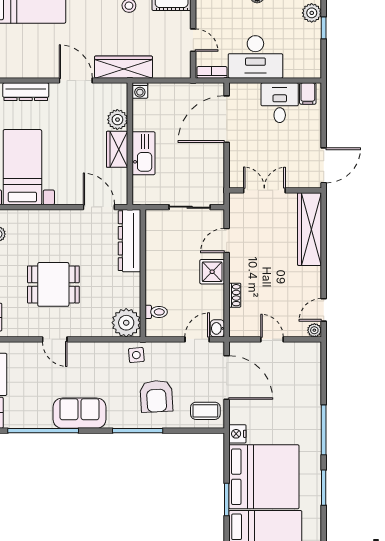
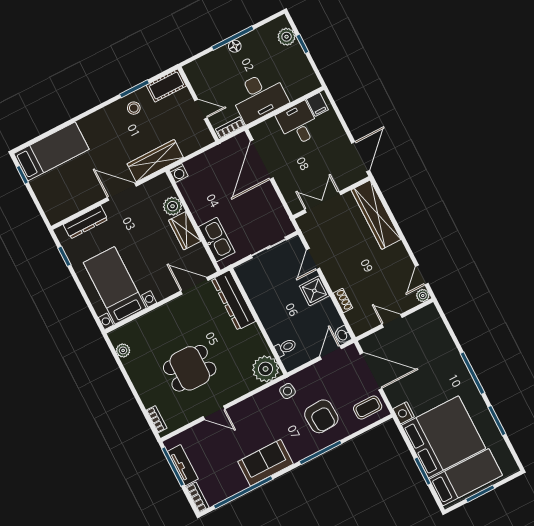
kitchen sink: (143, 153) -> (217, 240), moved

